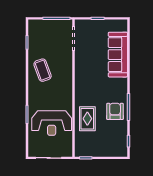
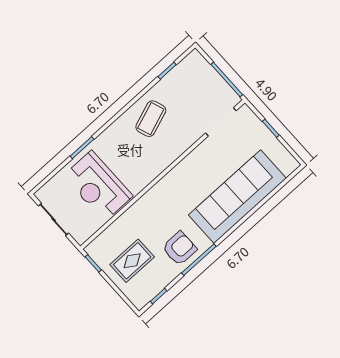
sofa: (118, 55) -> (237, 197), width x1.36, depth x1.27
rug: (87, 119) -> (132, 261), moved

